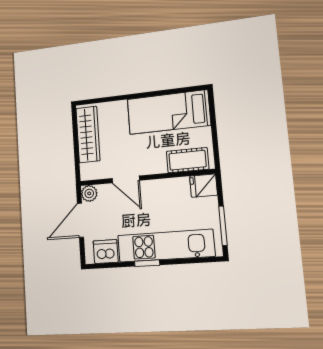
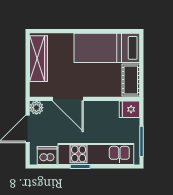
cot: (187, 160) -> (131, 80), moved, turned 90
door: (126, 179) -> (68, 99), width x1.38

